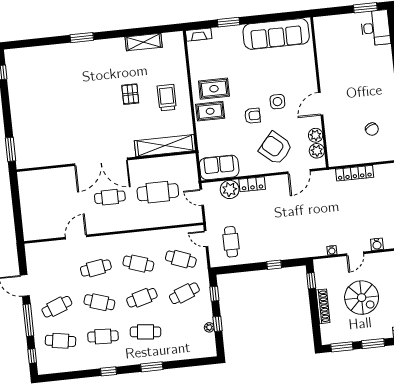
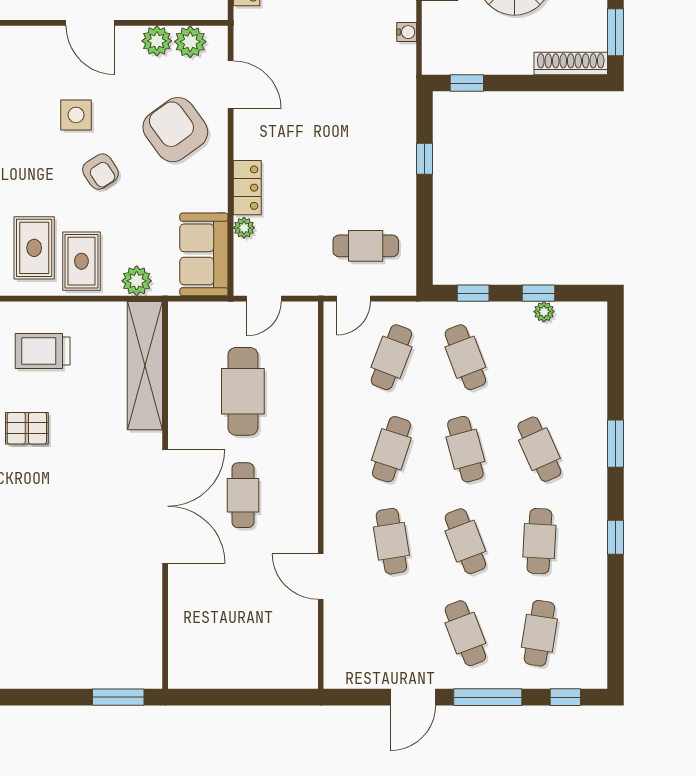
armchair: (252, 116) -> (100, 172), turned 147
plant: (204, 138) -> (137, 281), added
armchair: (276, 148) -> (175, 130), turned 103
plant: (230, 189) -> (244, 228), width x0.53, depth x0.53
cafe table: (99, 302) -> (465, 541), turned -39
shoe rack: (323, 306) -> (571, 64), moved
cafe table: (146, 332) -> (539, 449), turned -30

